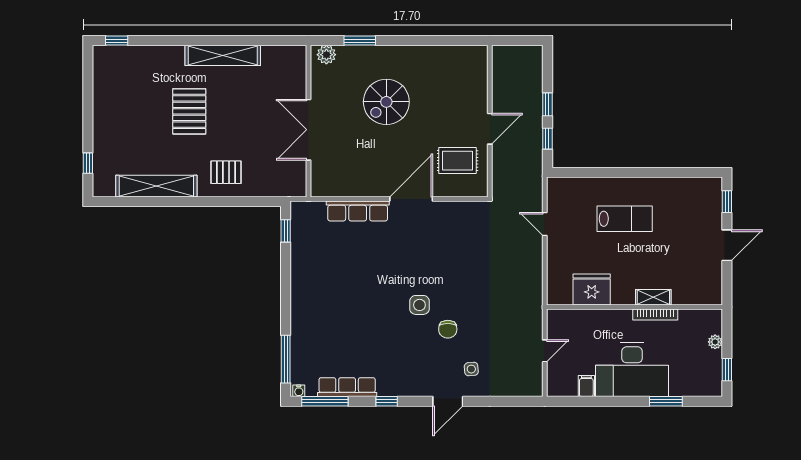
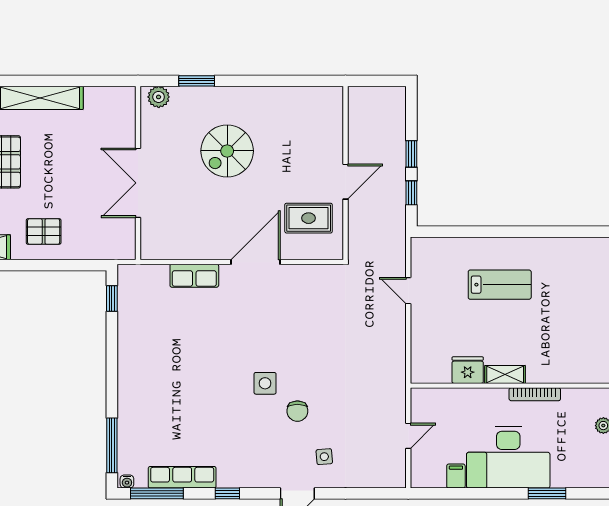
row of seats: (358, 211) -> (194, 276), width x0.68
fridge: (592, 289) -> (468, 370), width x0.73, depth x0.75
shelving: (653, 297) -> (505, 374), moved

